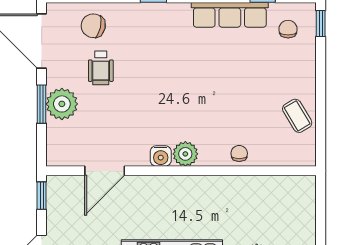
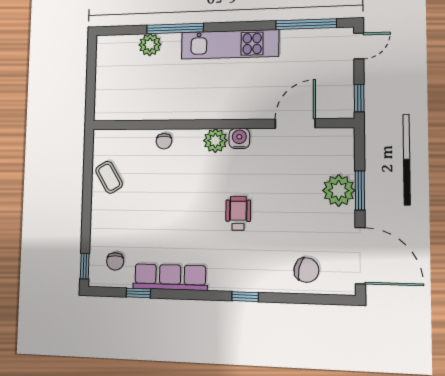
wheelchair: (101, 68) -> (238, 213), moved

